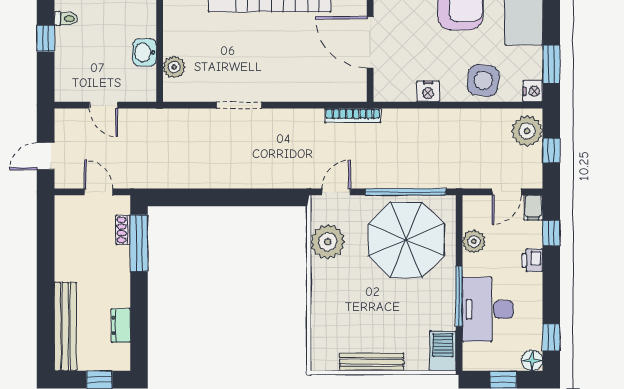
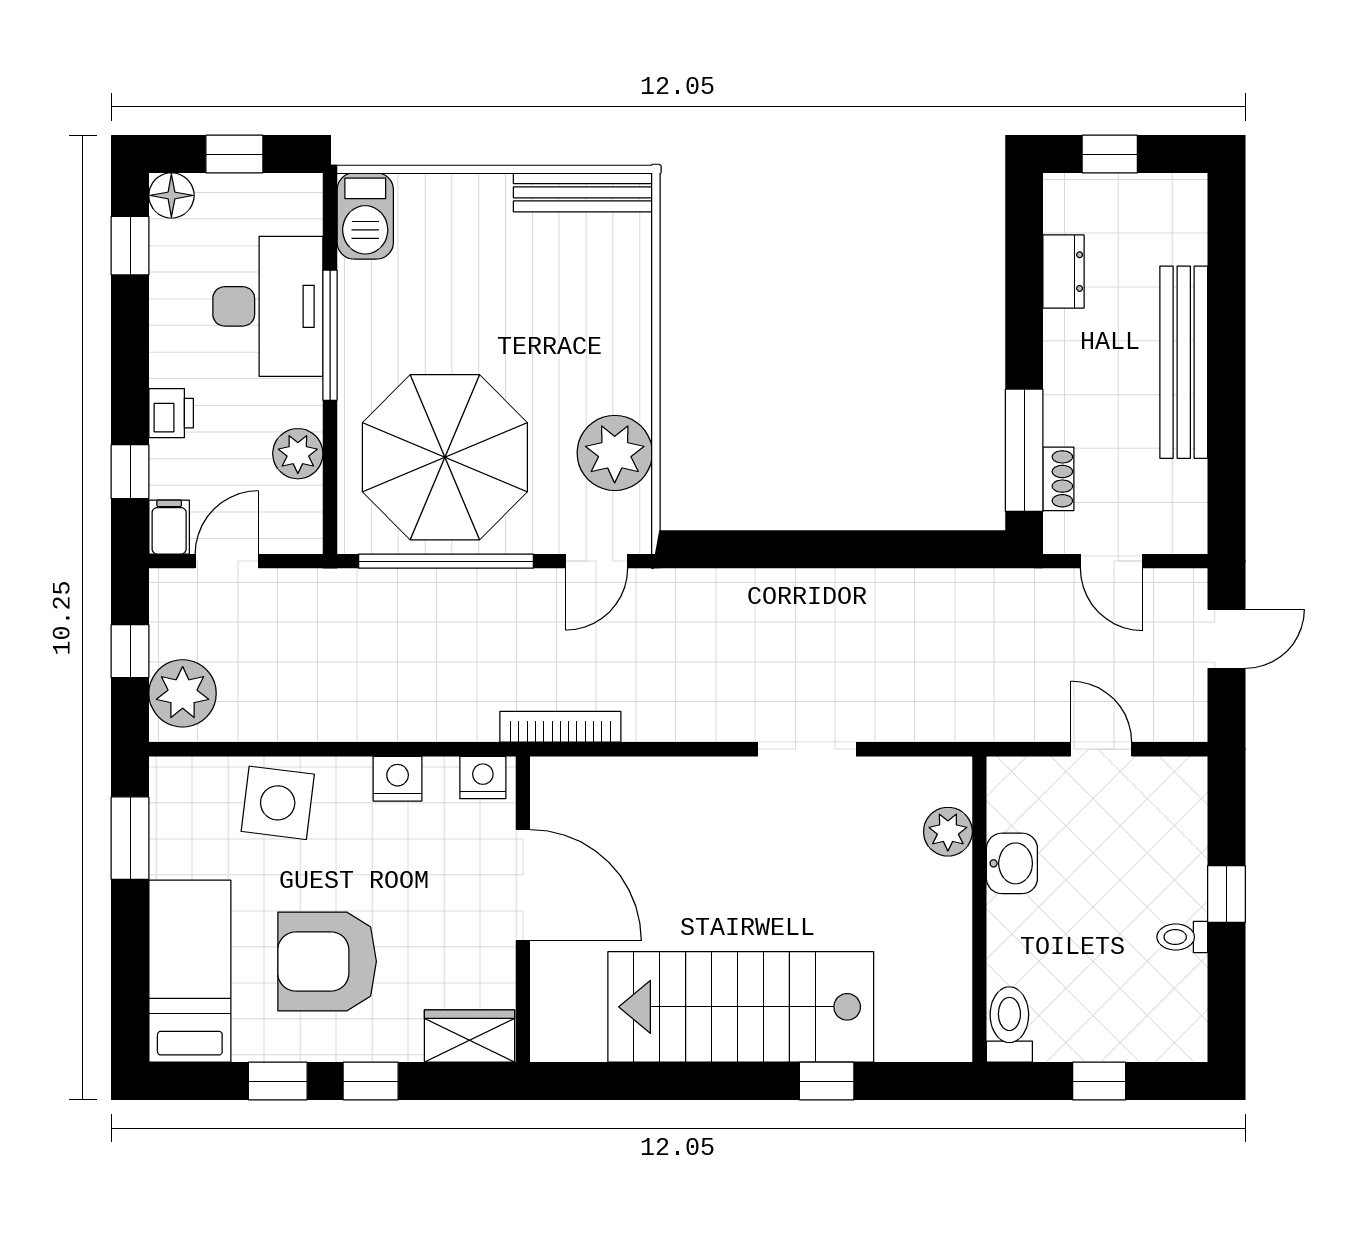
nightstand: (533, 91) -> (483, 778), moved, turned 90
bench: (65, 327) -> (1184, 362), moved
bench: (371, 362) -> (583, 192), moved

